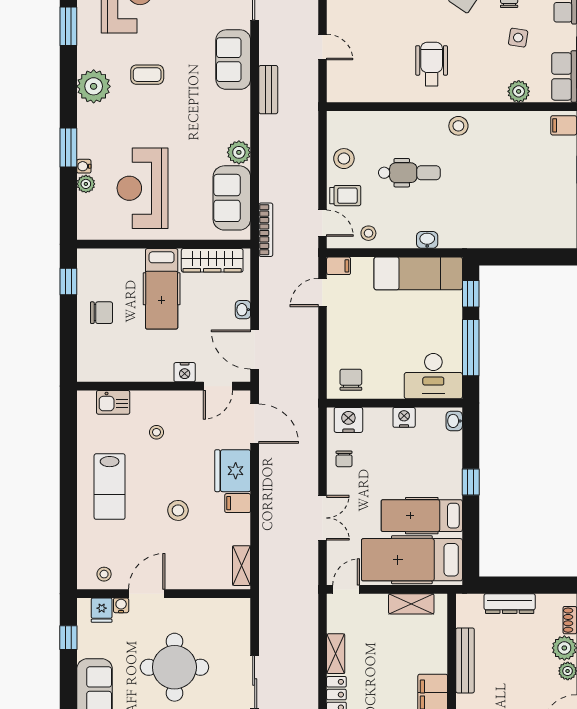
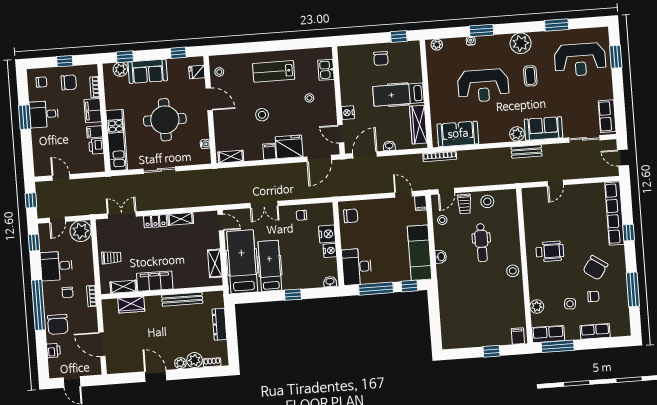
plant: (239, 152) -> (517, 134), moved
plant: (86, 184) -> (437, 45), moved
reception desk: (142, 188) -> (483, 86), moved, turned 180
nightstand: (348, 420) -> (327, 234), moved
water cooler: (121, 605) -> (205, 144), moved

